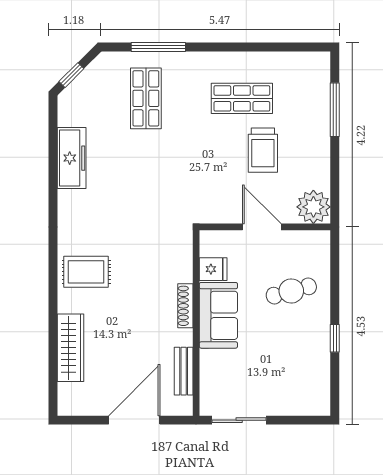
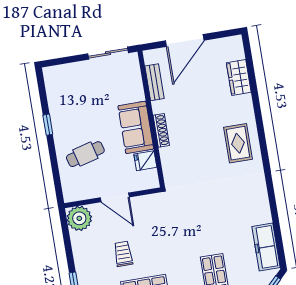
trolley: (263, 150) -> (123, 254), width x0.73, depth x0.72
freezer: (72, 158) -> (266, 247), moved
rug: (86, 272) -> (238, 143), turned 90
wardrobe: (71, 348) -> (239, 77), width x0.67

